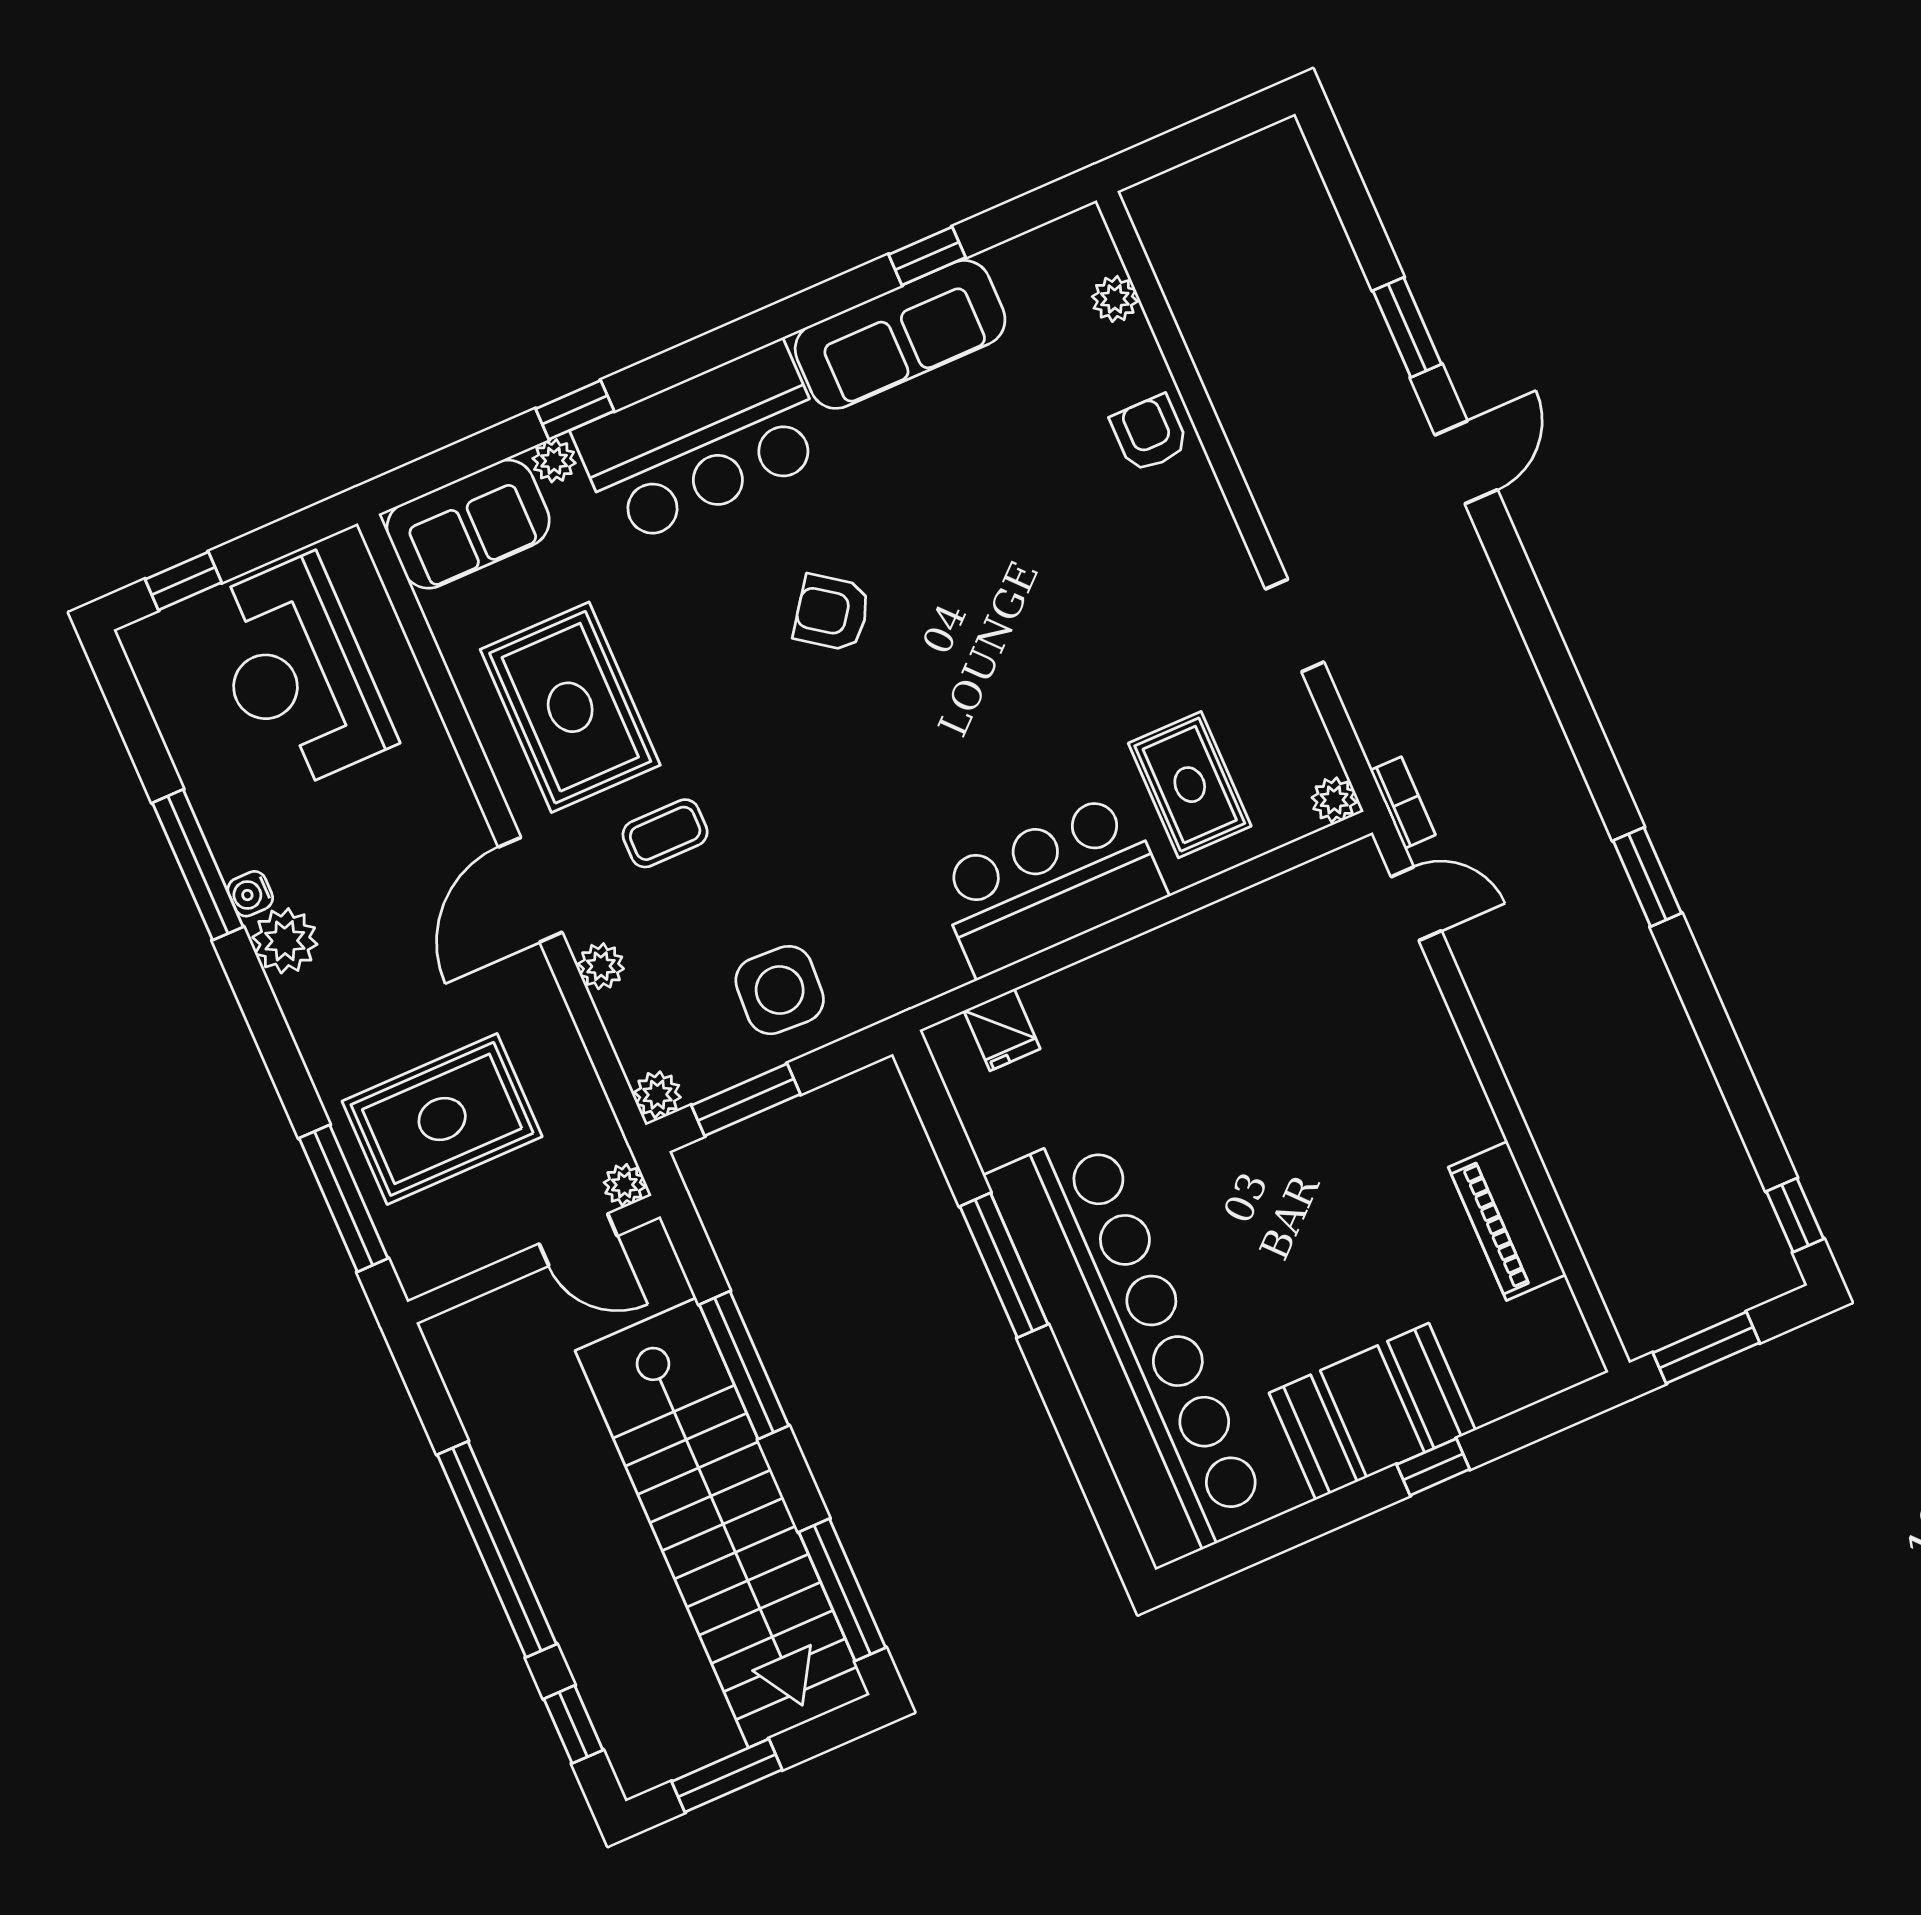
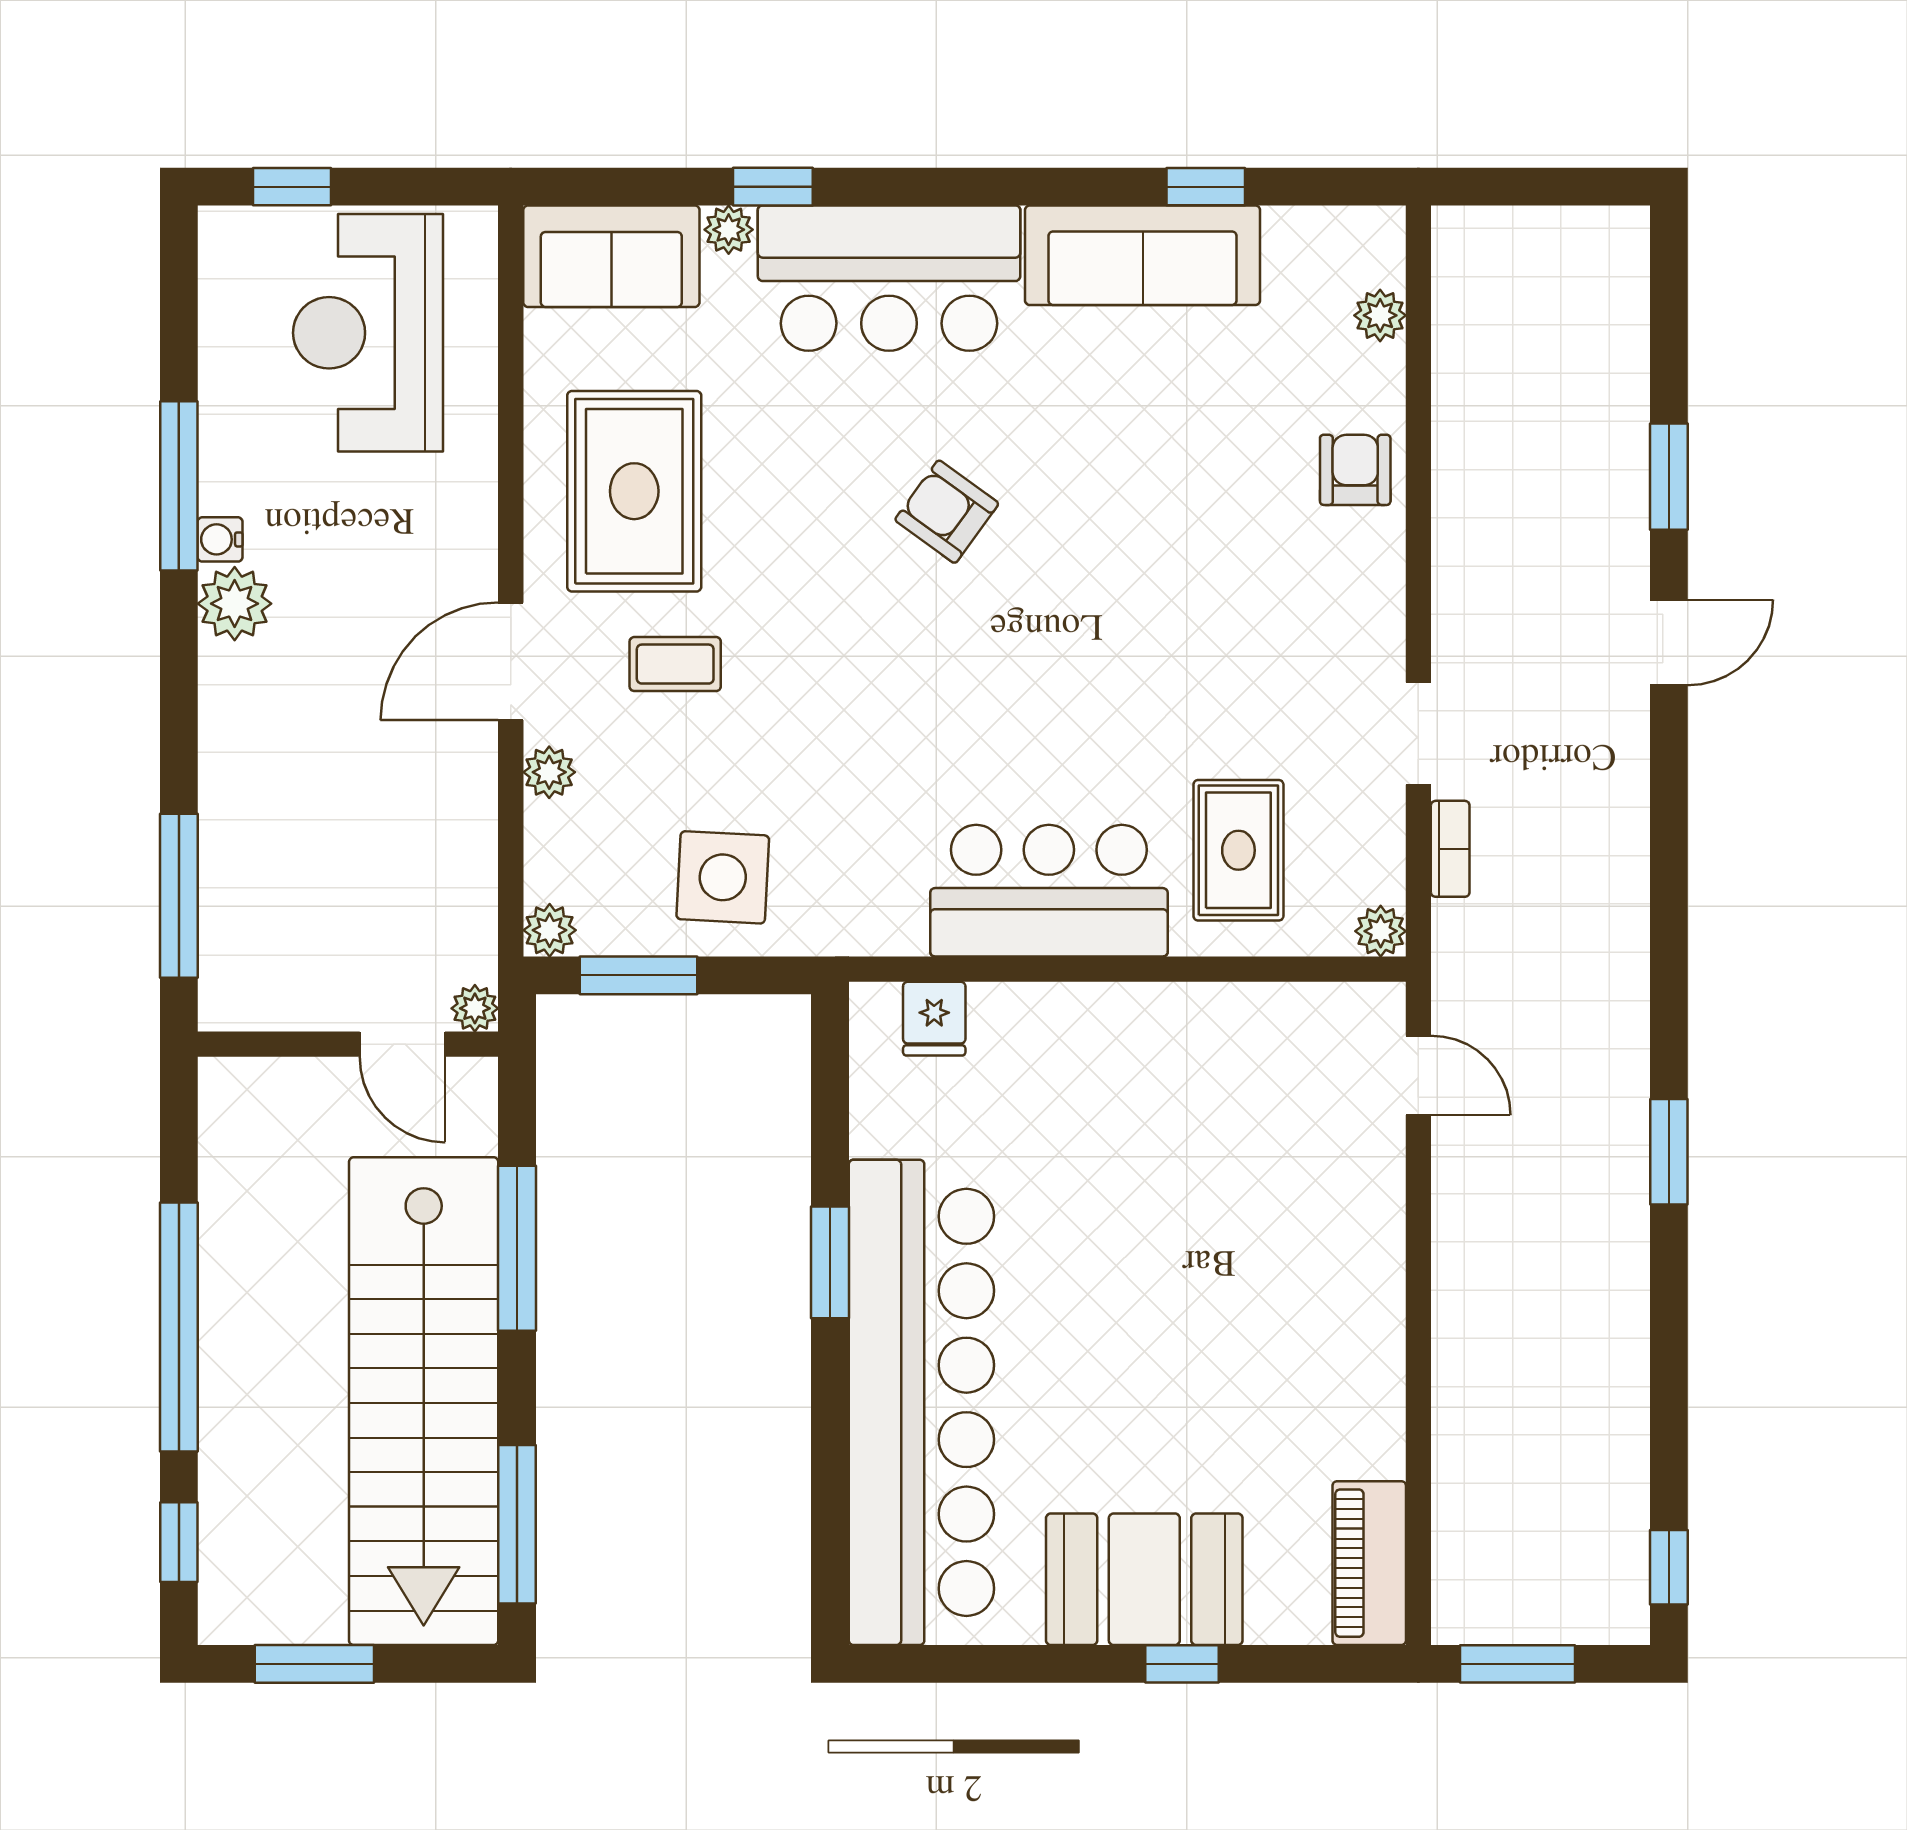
bookcase: (1403, 803) -> (1450, 849), moved
rug: (442, 1119) -> (316, 858), removed
piano: (1507, 1221) -> (1369, 1563), moved
window: (1004, 1265) -> (830, 1262), width x0.69

